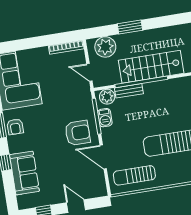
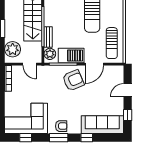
door: (89, 72) -> (30, 64), hinge flipped
barbecue: (105, 118) -> (71, 56), width x1.88, depth x1.53
armchair: (78, 133) -> (73, 80), turned 67
sofa: (24, 173) -> (102, 125), width x1.36

